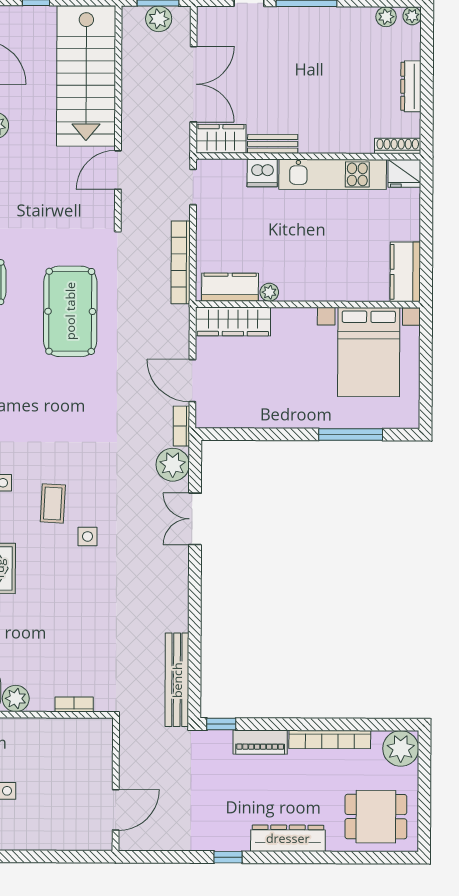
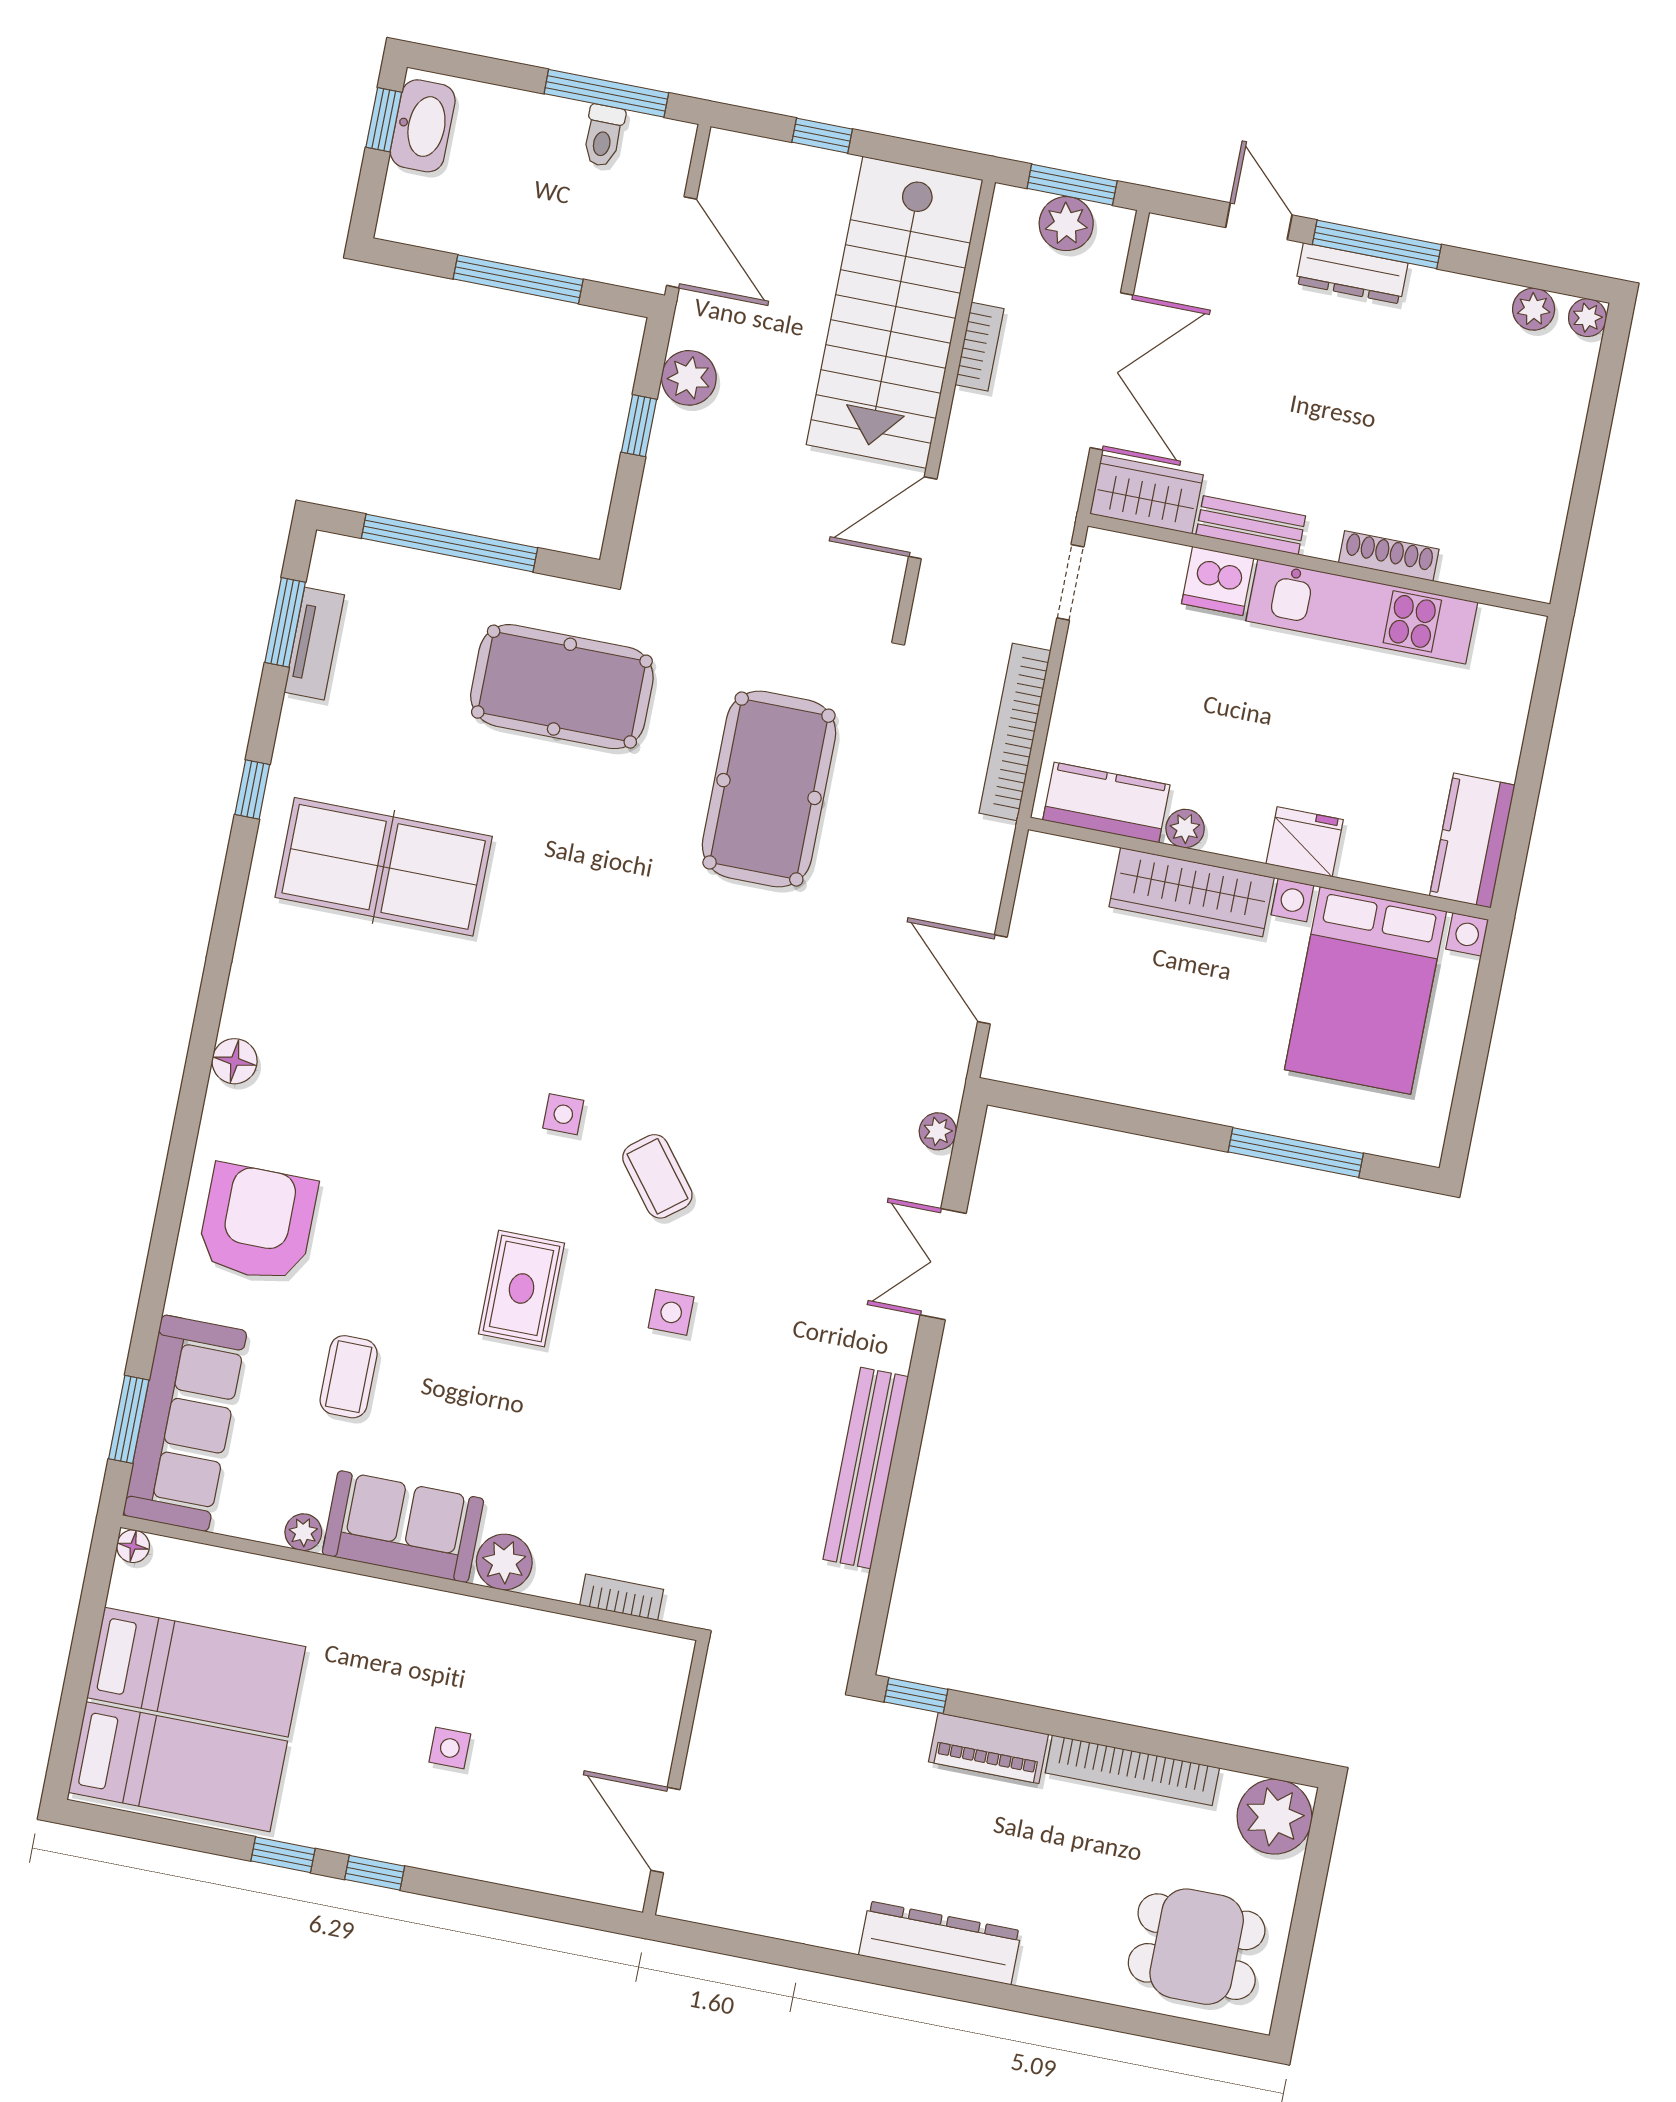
dresser: (411, 86) -> (1352, 273), moved, turned -90
shoe rack: (398, 146) -> (1389, 556), moved
fridge: (404, 173) -> (1305, 842), moved, turned 180
wardrobe: (233, 321) -> (1192, 892), moved
bookcase: (181, 426) -> (979, 347), moved, turned 180
plant: (173, 465) -> (938, 1131), width x0.53, depth x0.53
coffee table: (53, 503) -> (657, 1176), turned -41
side table: (88, 536) -> (671, 1312), moved
bench: (177, 680) -> (866, 1468), moved
door: (116, 810) -> (665, 1830), swing flipped
dresser: (288, 838) -> (940, 1943), moved
window: (228, 857) -> (877, 1971), removed

